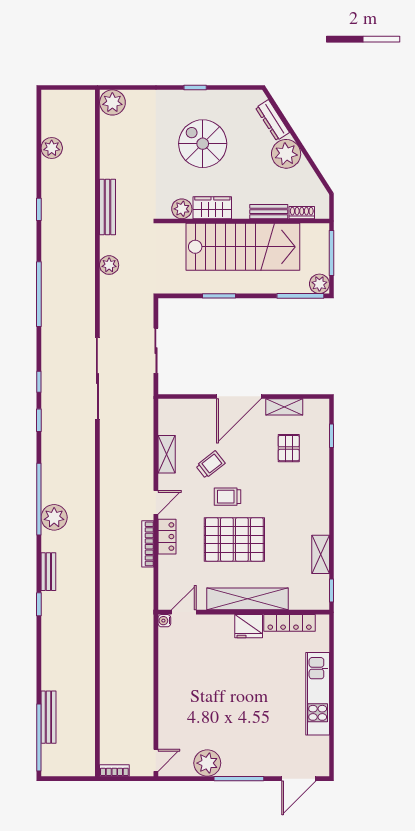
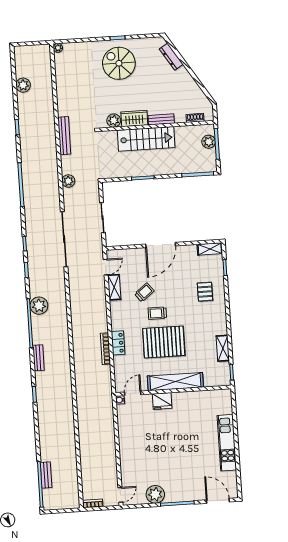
plant: (112, 102) -> (58, 48), width x0.53, depth x0.53
spiral stairs: (203, 144) -> (119, 63), moved
plant: (286, 154) -> (182, 79), removed
bench: (107, 207) -> (64, 136), moved
bench: (269, 212) -> (161, 119), moved
stairs: (243, 247) -> (146, 139), width x0.73, depth x0.66
plant: (109, 265) -> (68, 181), moved
plant: (319, 284) -> (209, 142), moved
shelving: (284, 407) -> (210, 249), moved
pallet: (289, 448) -> (205, 292), moved
door: (156, 502) -> (106, 267), moved
plant: (54, 517) -> (39, 306), moved
bench: (48, 572) -> (38, 358), moved
locker: (290, 623) -> (205, 396), removed
fridge: (249, 626) -> (162, 401), moved
bench: (48, 717) -> (46, 475), width x0.73
door: (299, 779) -> (218, 501), swing flipped

